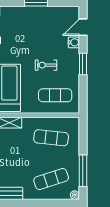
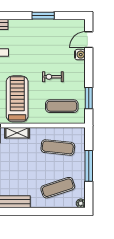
window: (83, 64) -> (89, 98), moved
window: (83, 171) -> (89, 166), moved

